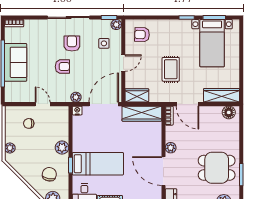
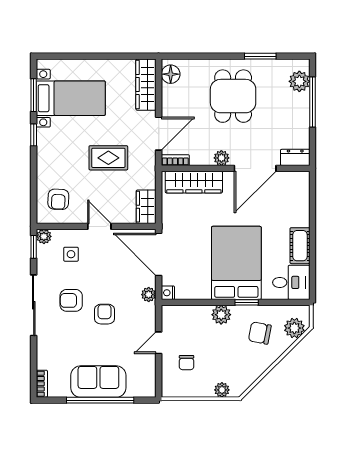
wardrobe: (142, 114) -> (194, 182), moved, turned 90
bed: (98, 164) -> (236, 263), width x1.50
dining table: (217, 168) -> (233, 96), moved

